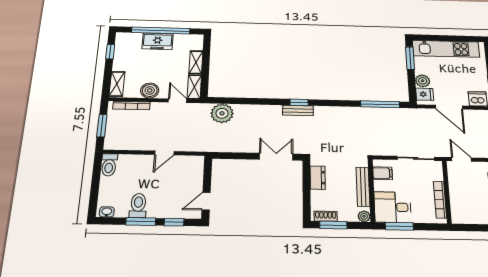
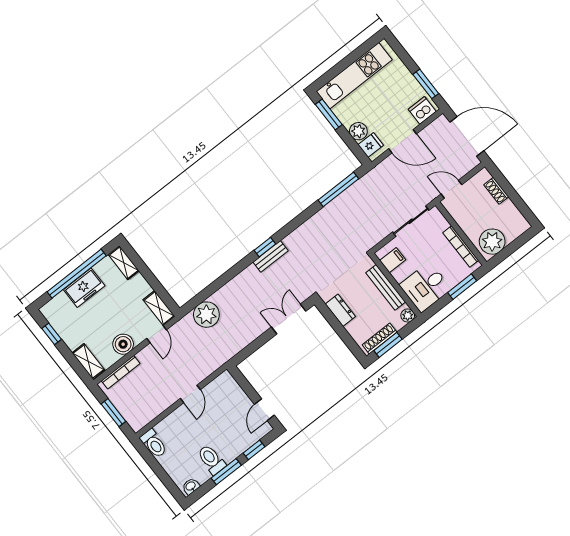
shelving: (196, 62) -> (124, 263), moved
door: (178, 101) -> (157, 334), swing flipped
plant: (466, 213) -> (492, 242), added
shoe rack: (326, 216) -> (380, 338), width x1.43
window: (399, 226) -> (462, 287), moved

